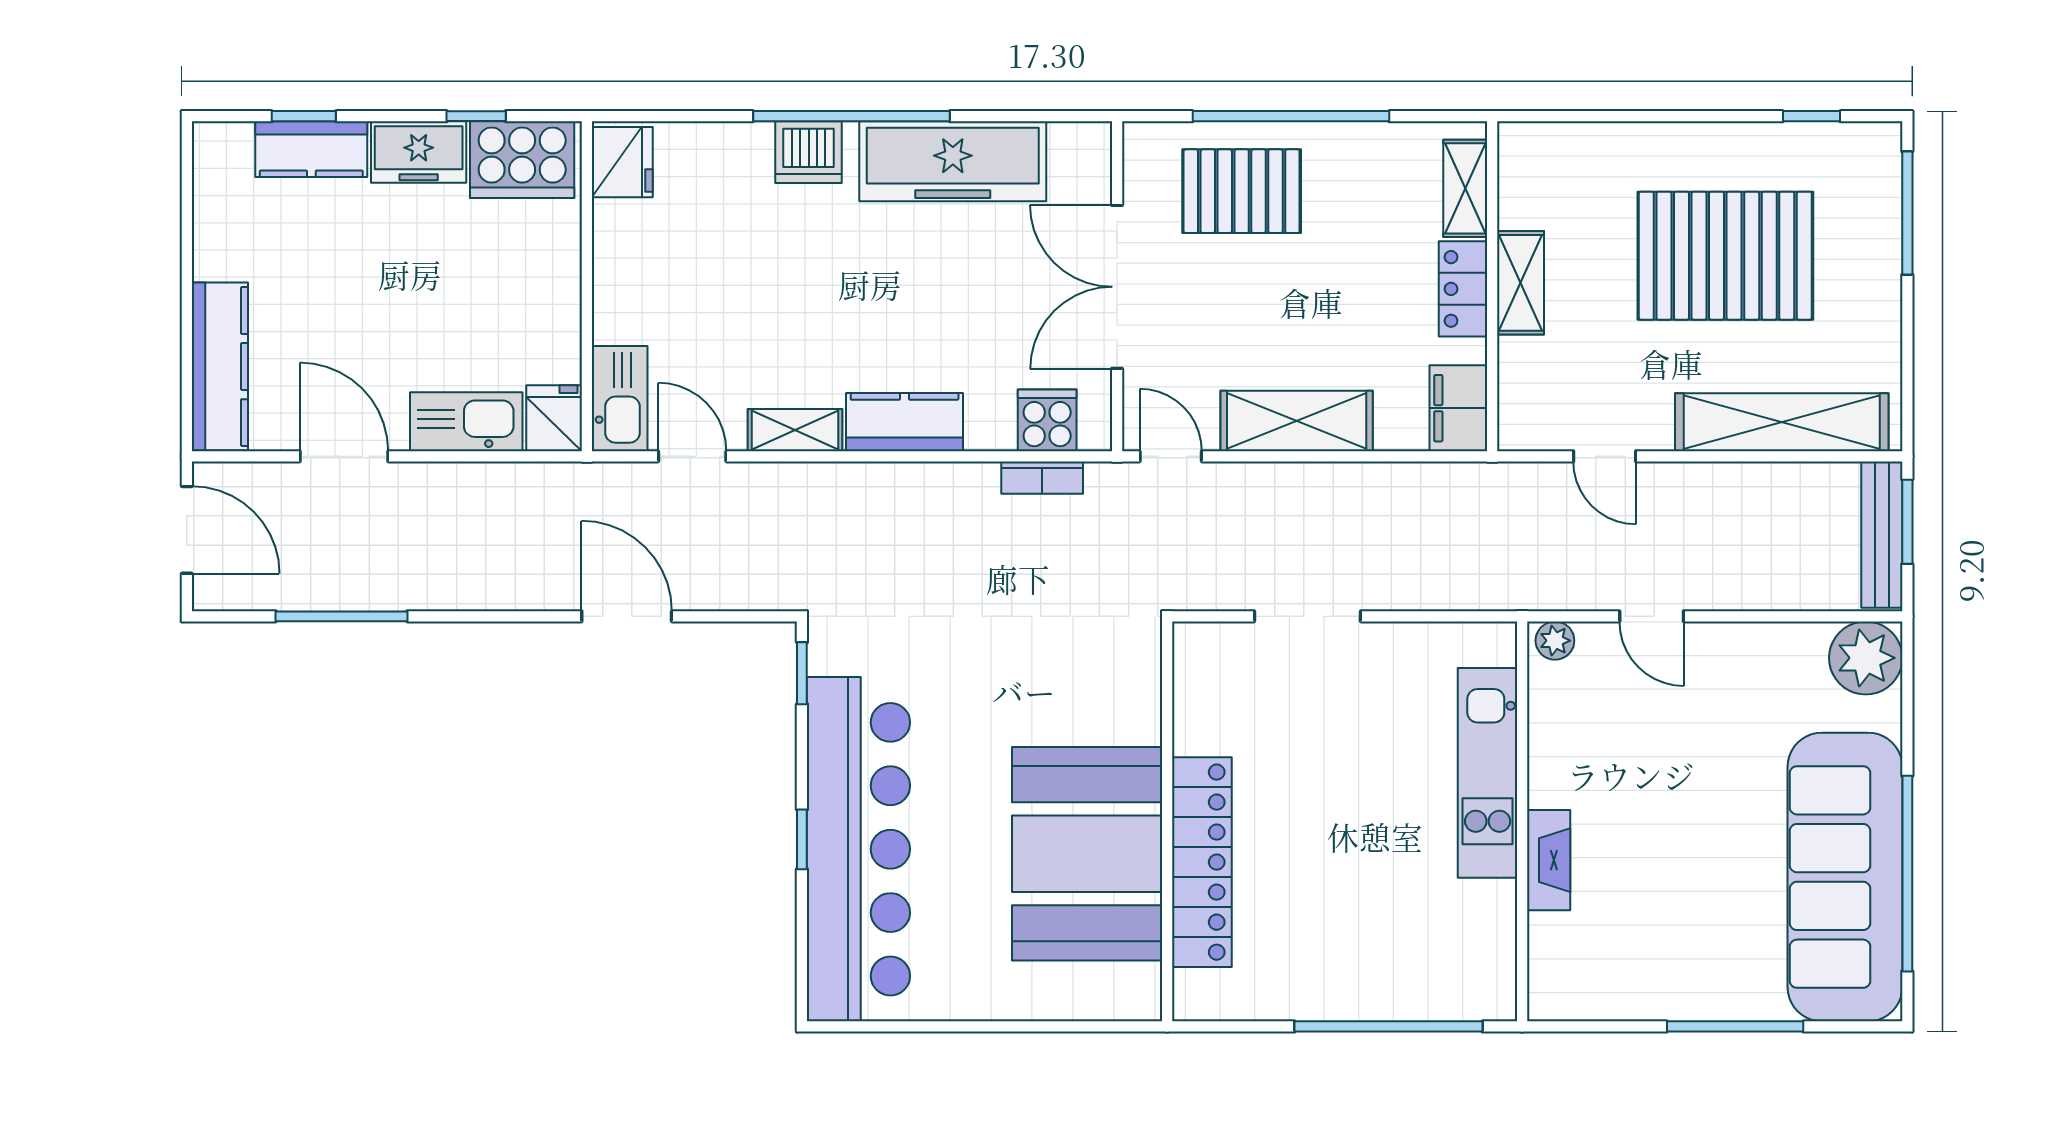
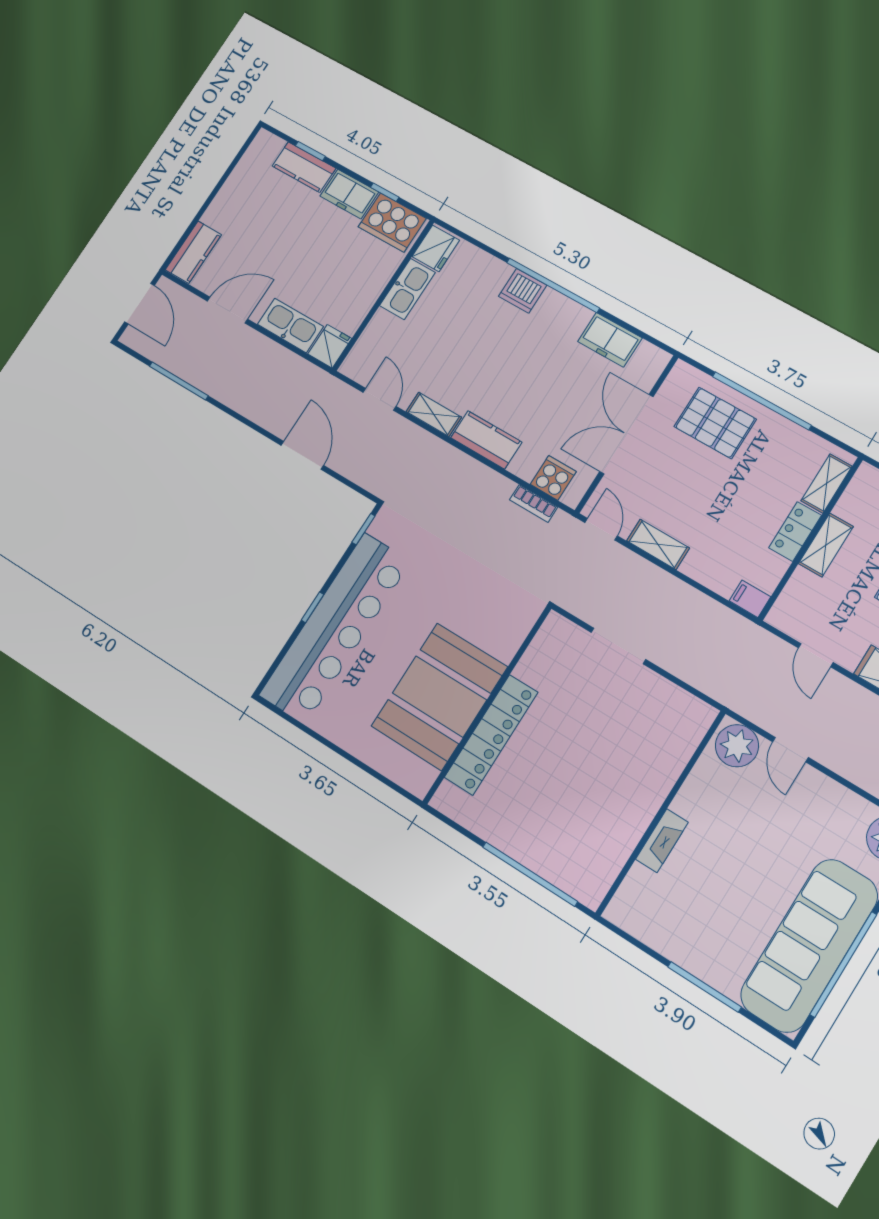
freezer: (953, 161) -> (610, 340), width x0.52, depth x0.79
kitchen counter: (220, 367) -> (193, 252), width x0.67
kitchen sink: (620, 399) -> (407, 289), moved
filing cabinet: (1458, 408) -> (750, 599), width x0.50
shelving: (1297, 421) -> (658, 544), width x0.67, depth x0.75
door: (344, 456) -> (228, 310), hinge flipped
plant: (1555, 641) -> (737, 746), width x1.88, depth x1.88
kitchen unit: (1488, 773) -> (659, 778), removed

